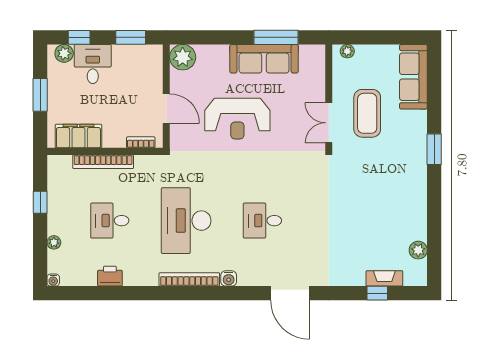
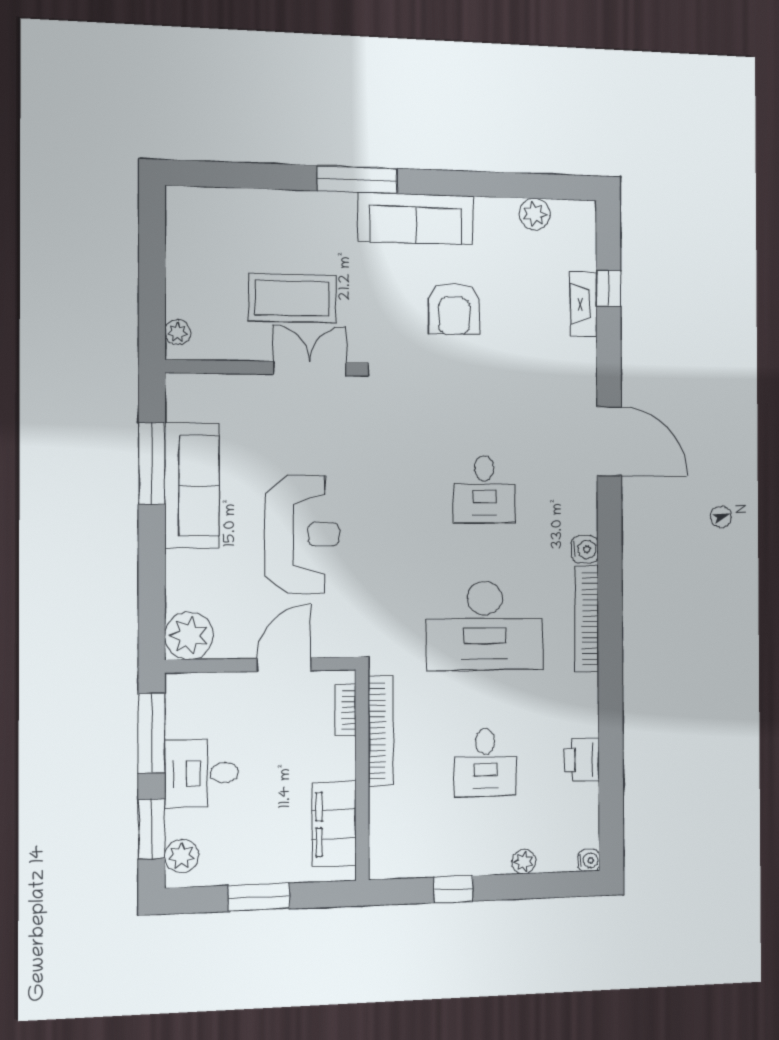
window: (79, 37) -> (152, 829), width x1.50
window: (131, 37) -> (152, 733), width x1.44
desk: (93, 64) -> (202, 773), moved
sofa: (413, 77) -> (416, 219), moved
double door: (329, 123) -> (310, 369), swing flipped
window: (434, 149) -> (357, 180), width x1.44
bookcase: (103, 162) -> (381, 730), moved
armchair: (364, 204) -> (454, 309), added
fireplace: (384, 278) -> (584, 304), moved
door: (290, 293) -> (609, 441), hinge flipped

